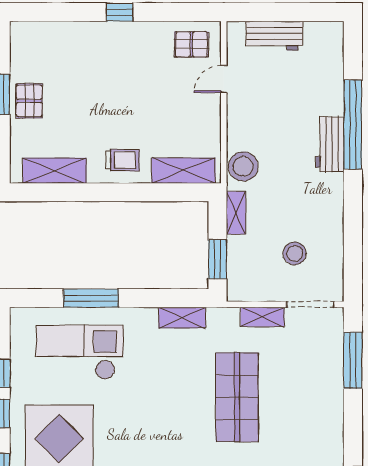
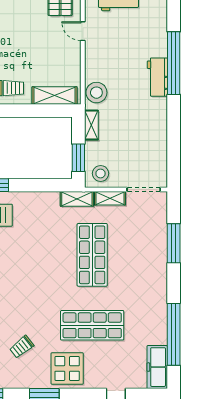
door: (224, 79) -> (83, 31), hinge flipped
stool: (295, 253) -> (101, 173), moved
shelving: (182, 318) -> (77, 199), moved
window: (353, 360) -> (174, 243), moved

